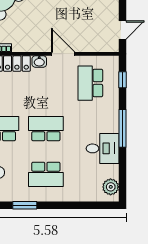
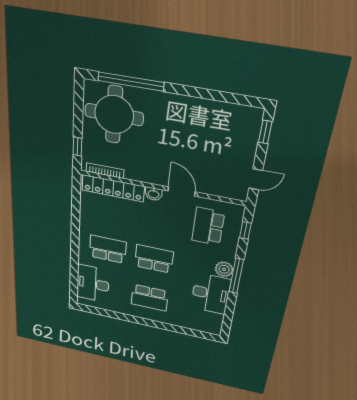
desk: (103, 148) -> (211, 294), width x1.37
plant: (111, 187) -> (224, 269), moved
window: (25, 205) -> (126, 318), removed

